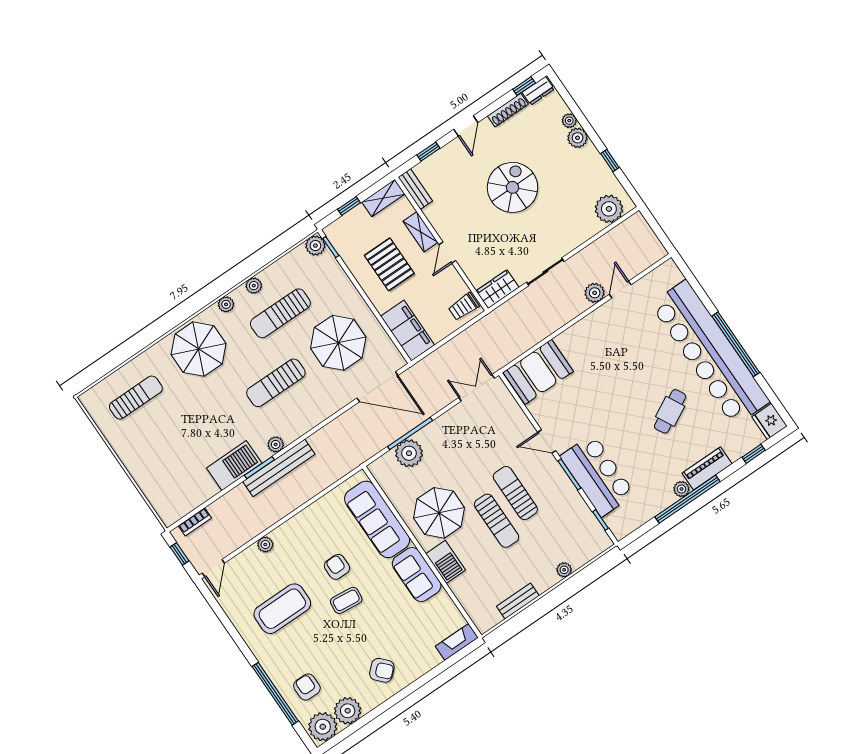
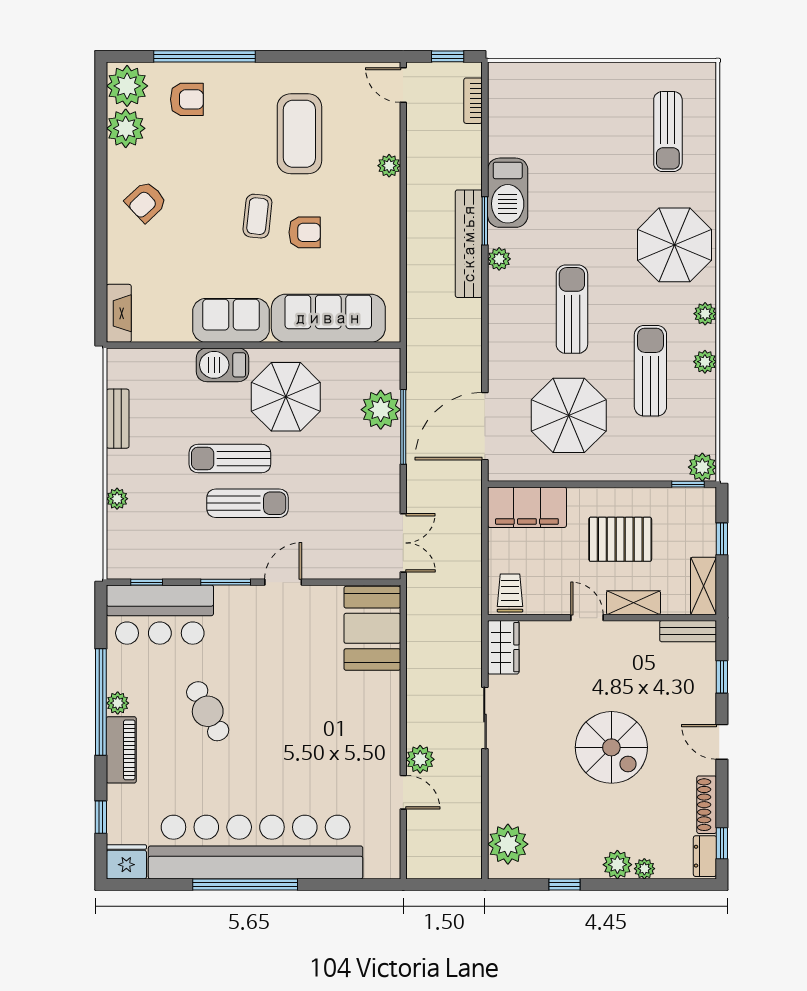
cafe table: (670, 411) -> (208, 711), moved
bar counter: (597, 475) -> (160, 615), moved

